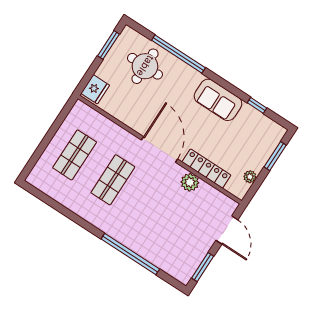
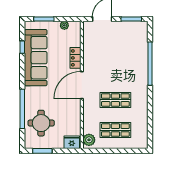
sofa: (218, 100) -> (36, 58), width x1.85, depth x1.27
locker: (206, 169) -> (75, 58), width x0.66
plant: (190, 182) -> (89, 140), moved

